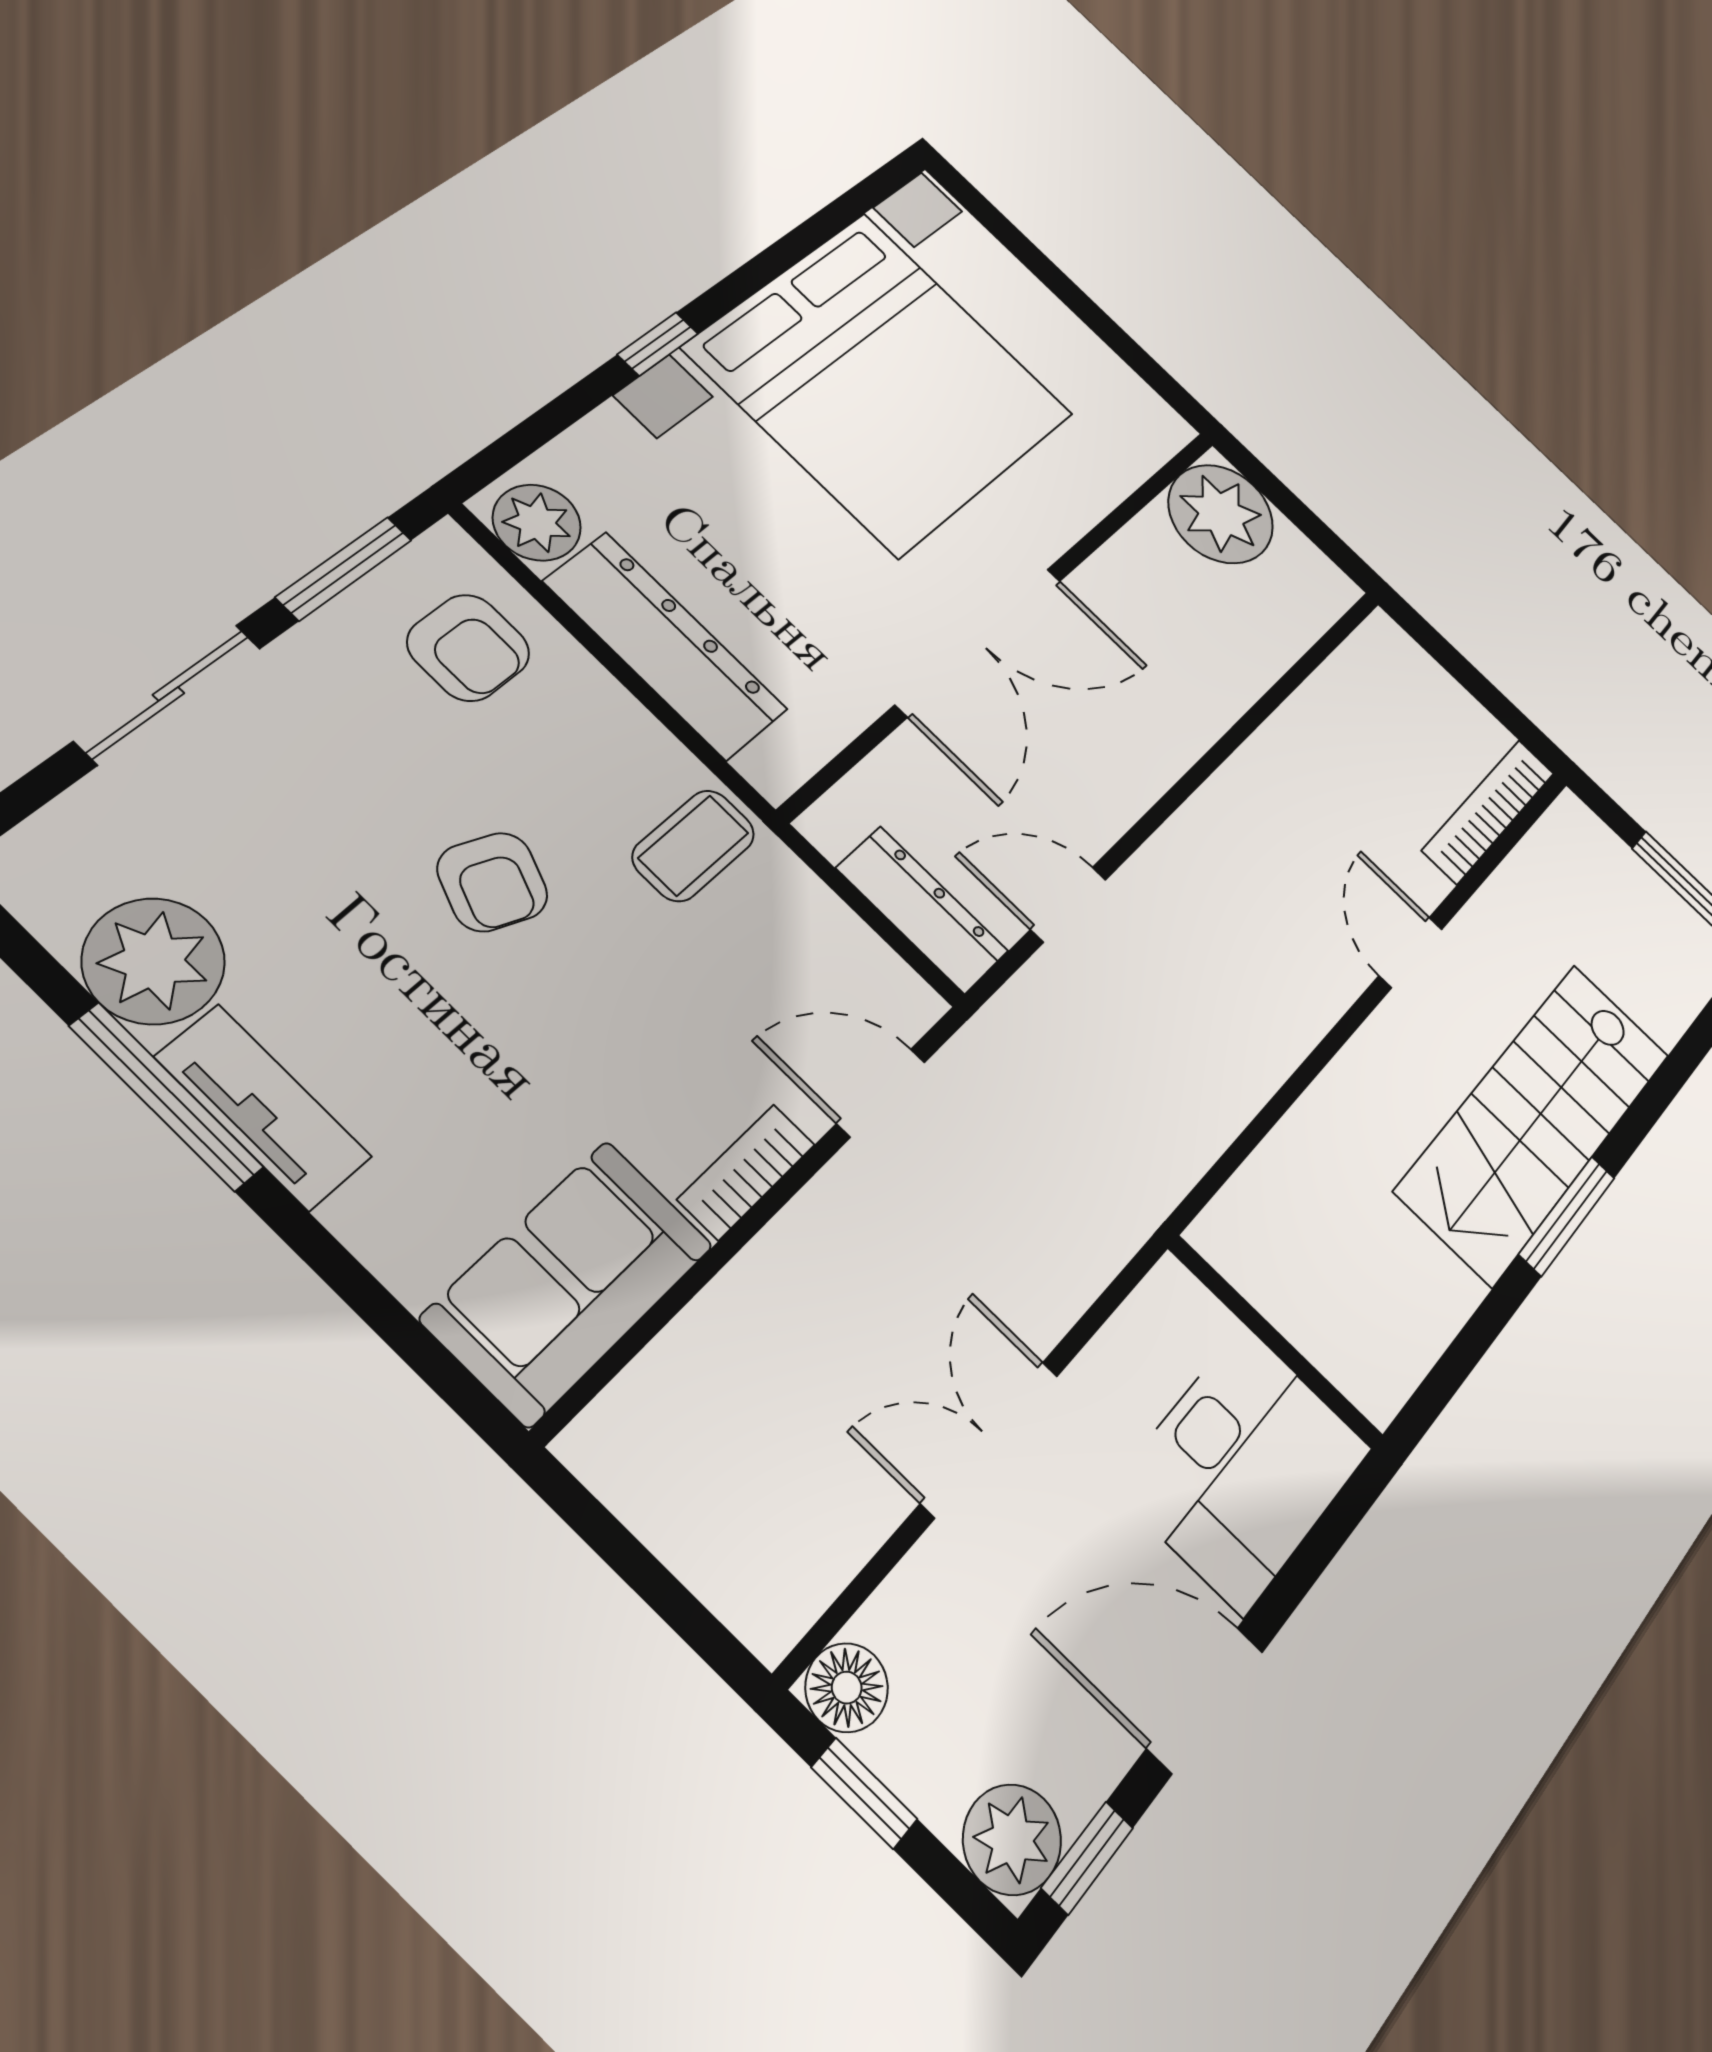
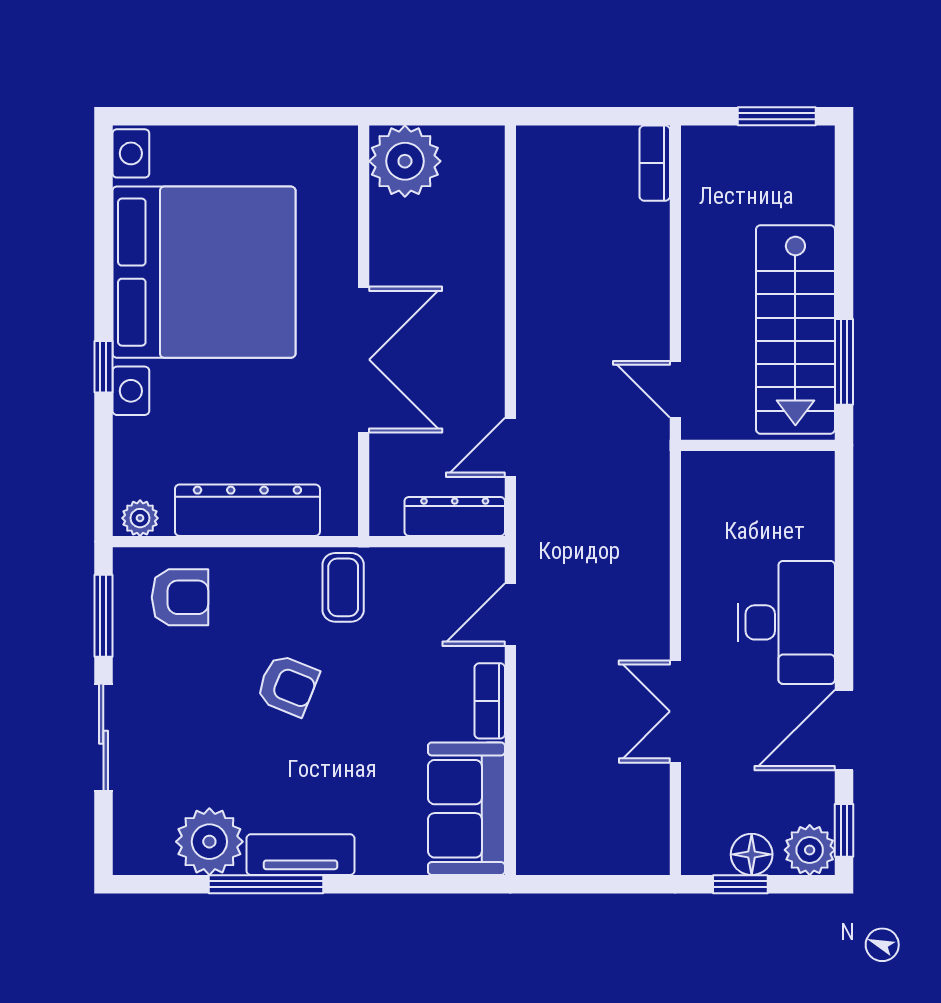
plant: (537, 523) -> (140, 518), width x0.73, depth x0.73
bookcase: (1489, 811) -> (655, 163), width x0.64
door: (1411, 952) -> (675, 389), moved
wall: (1275, 1342) -> (758, 445), moved
floor lamp: (847, 1688) -> (752, 854), moved

